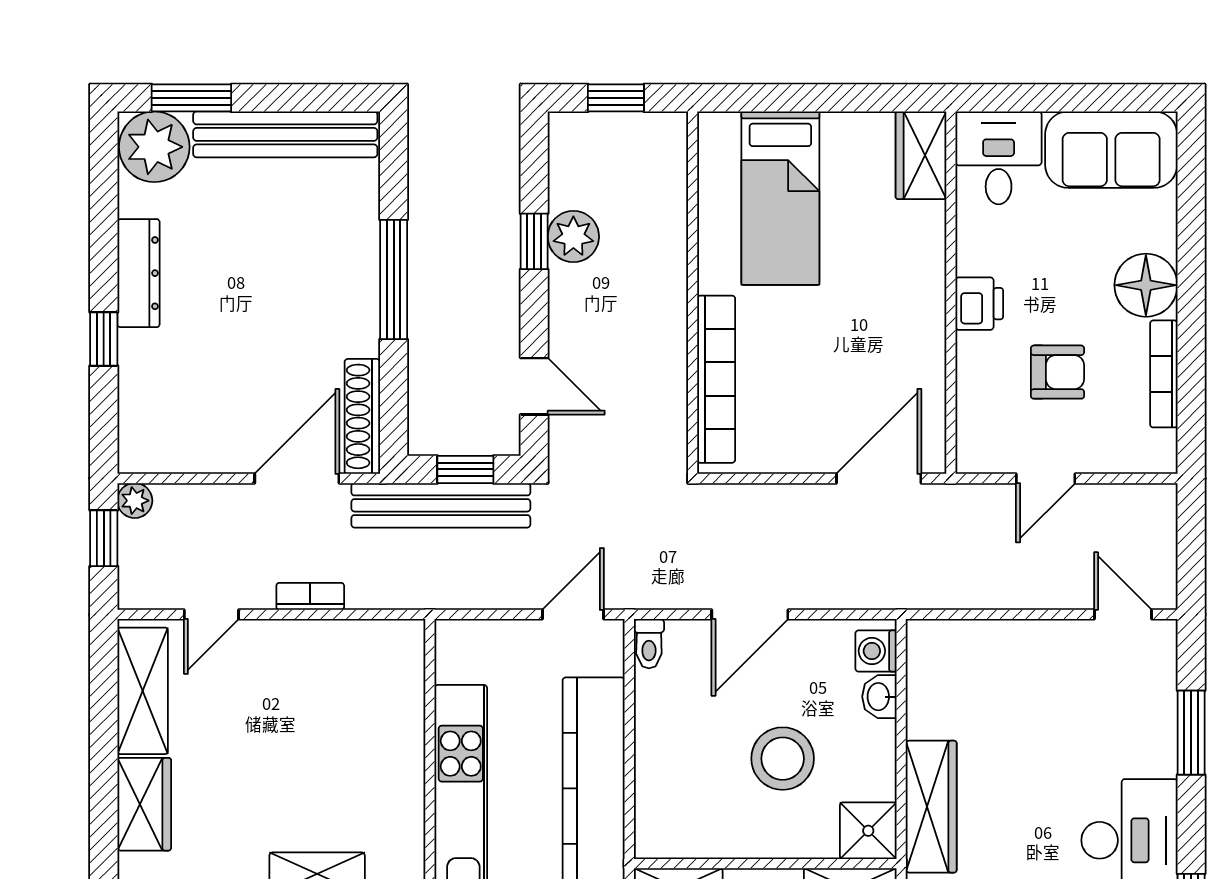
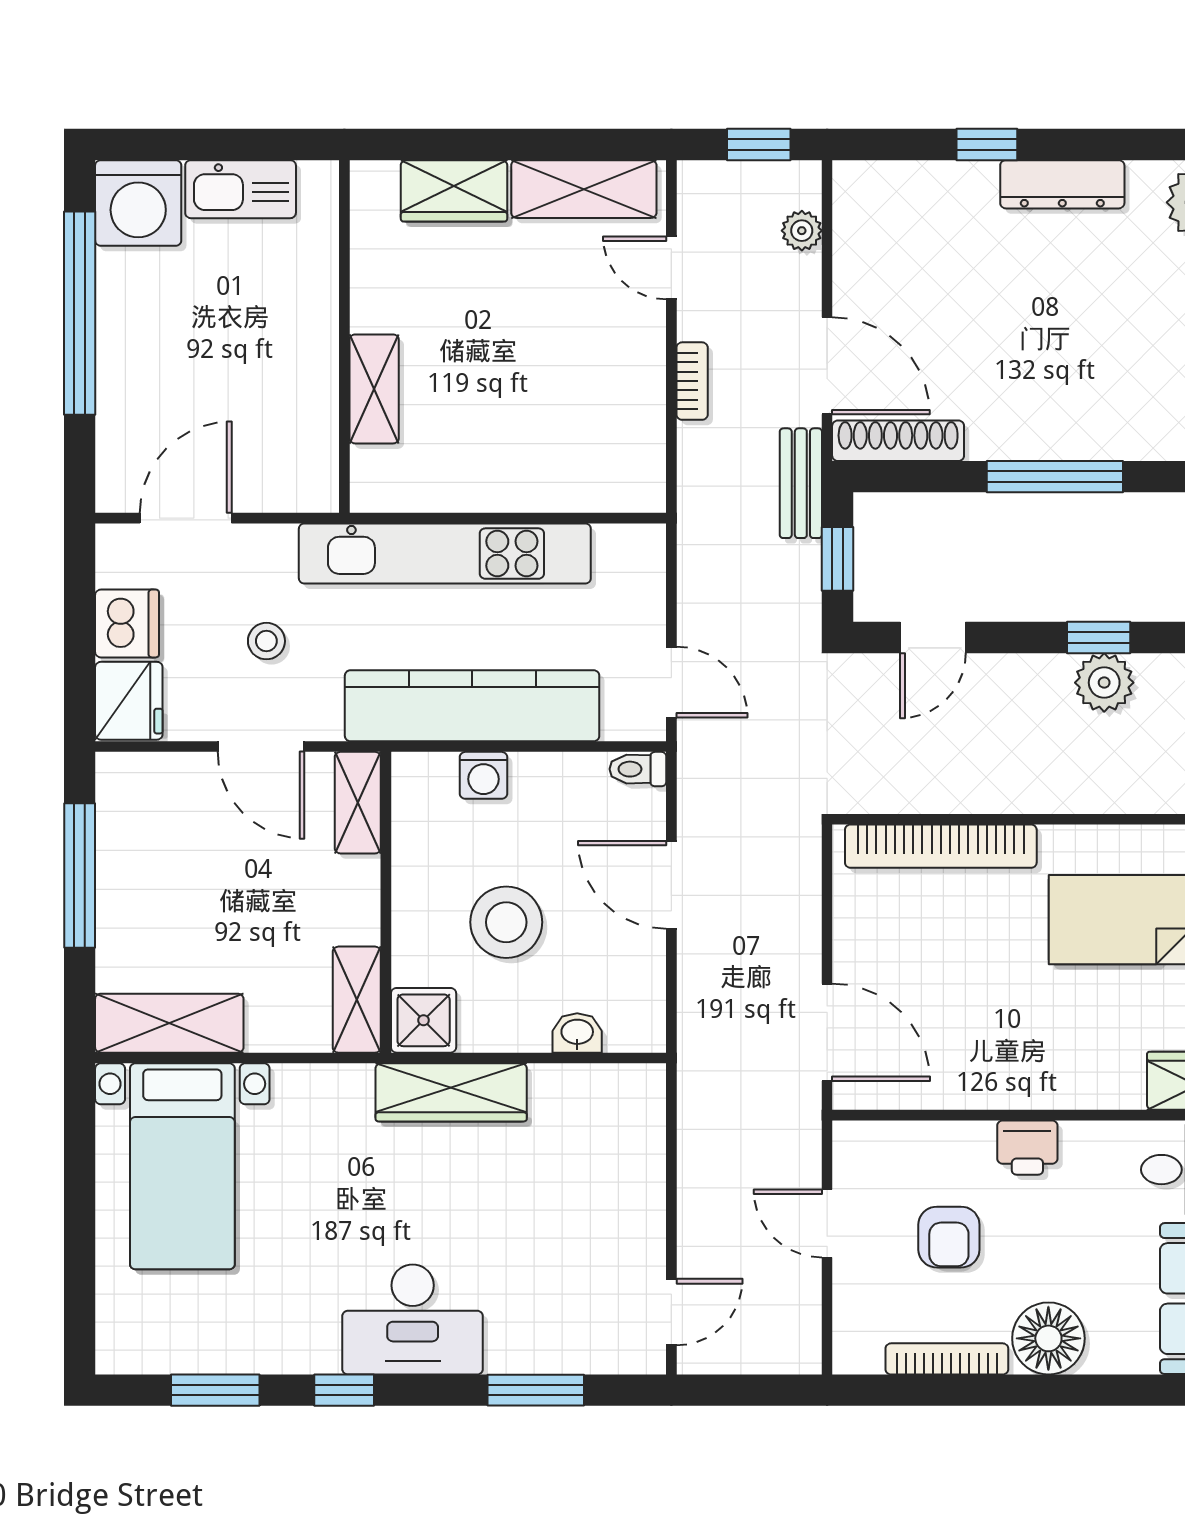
plant: (135, 501) -> (802, 231), moved
bench: (441, 505) -> (801, 483), width x0.54, depth x0.82
washing machine: (876, 651) -> (483, 775), moved, turned 180

